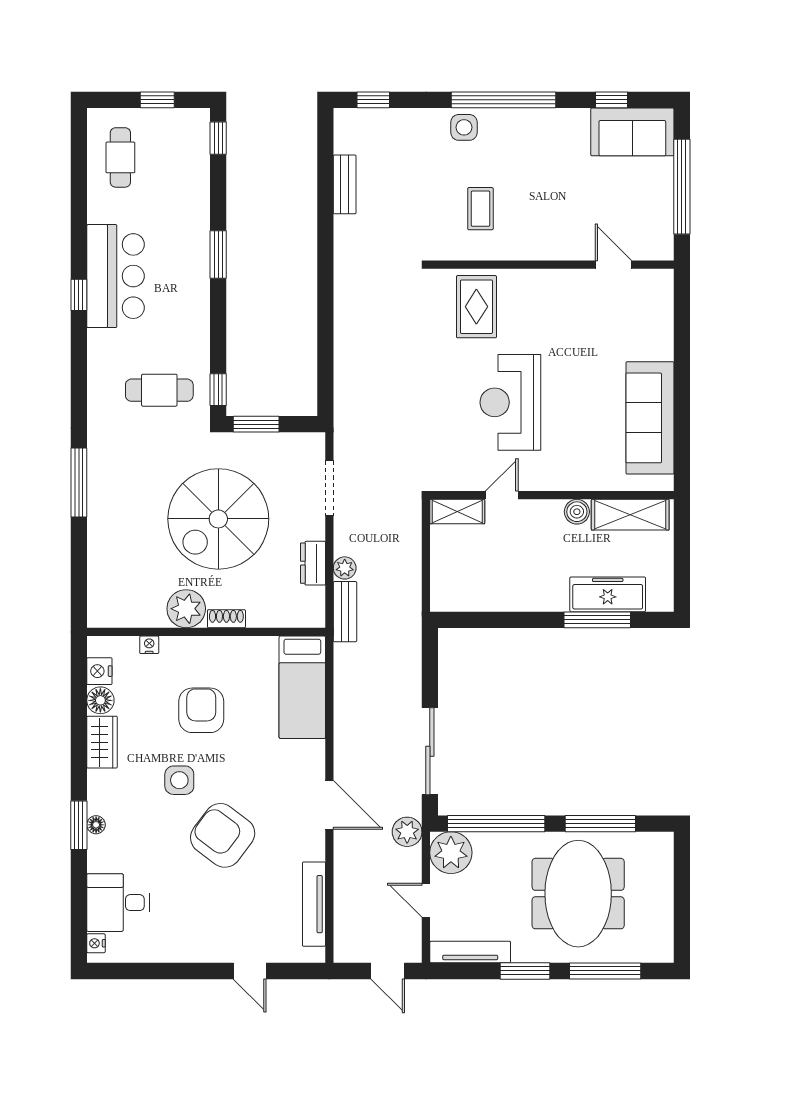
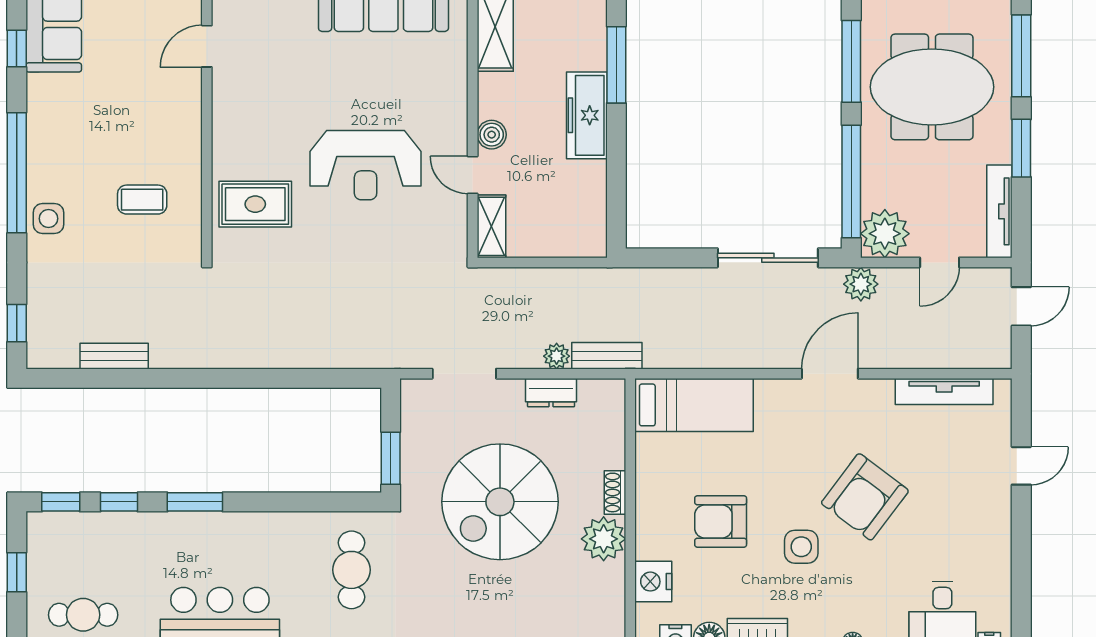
window: (218, 390) -> (119, 502), moved
boiler: (577, 512) -> (492, 135), moved
spiral stairs: (218, 519) -> (500, 502), turned 90
freezer: (608, 594) -> (587, 115), moved
nightstand: (149, 645) -> (653, 582), width x1.89, depth x1.79

